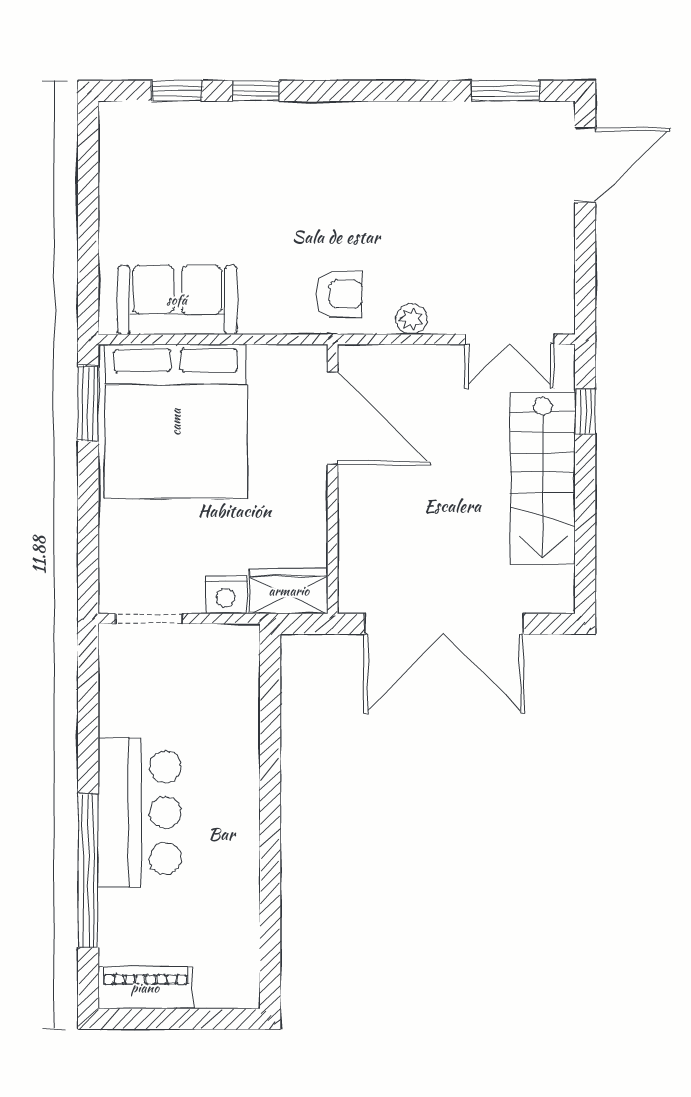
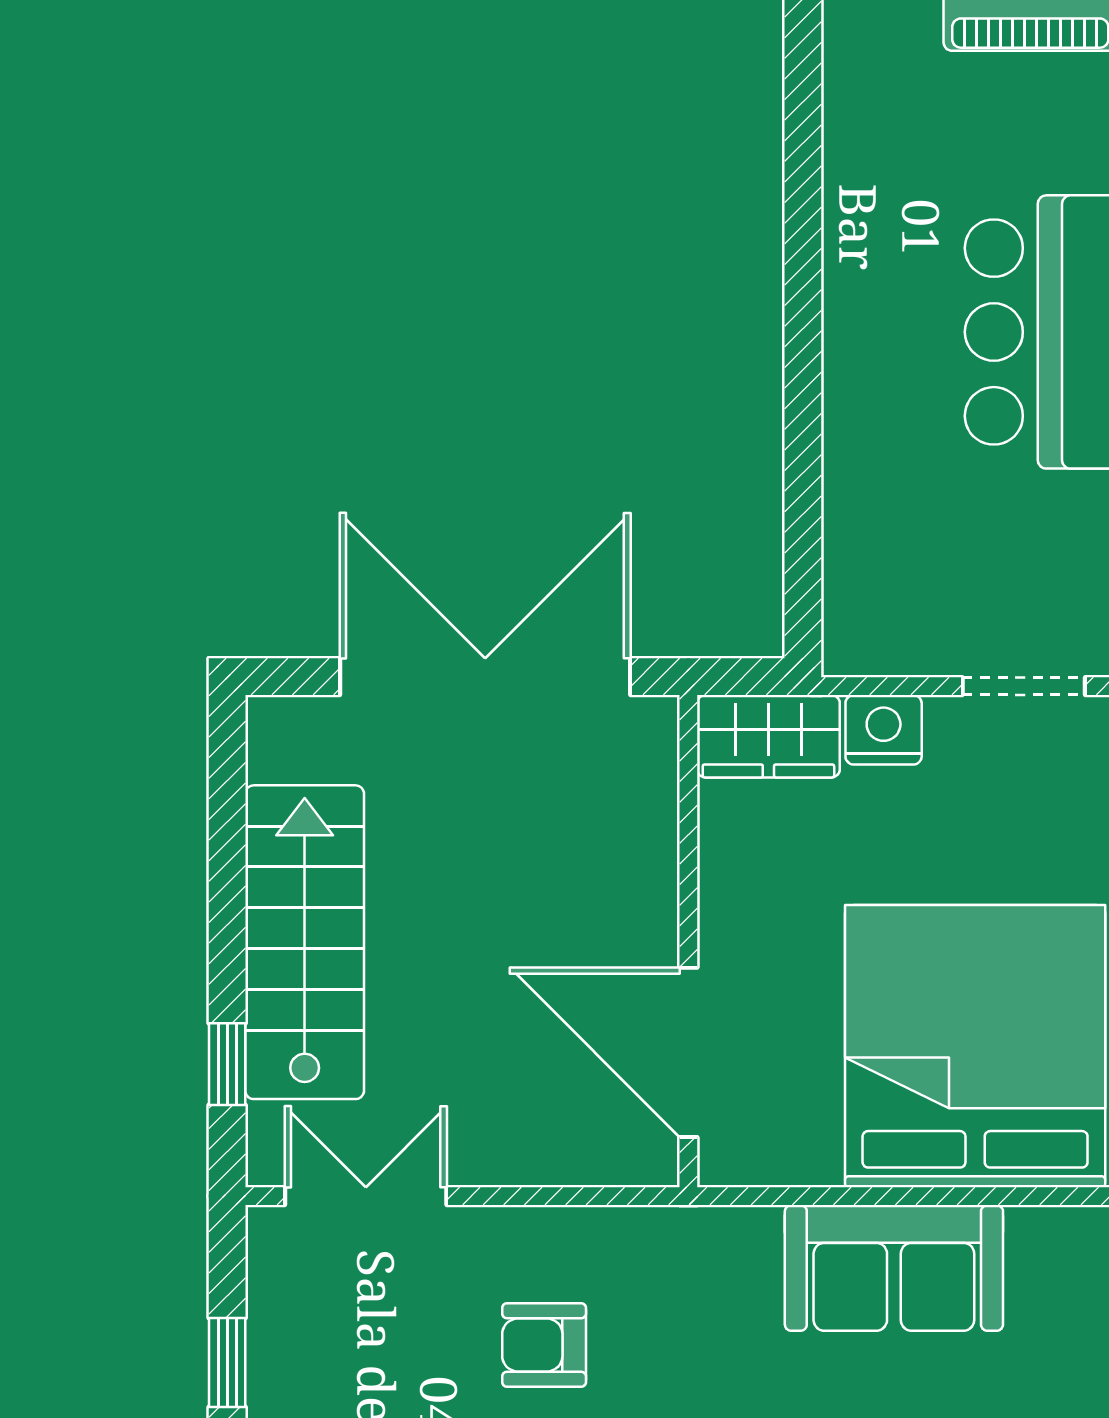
window: (585, 248) -> (227, 1362), added
armchair: (339, 294) -> (544, 1345), moved
sofa: (177, 300) -> (894, 1268), moved
plant: (411, 319) -> (545, 1233), removed

